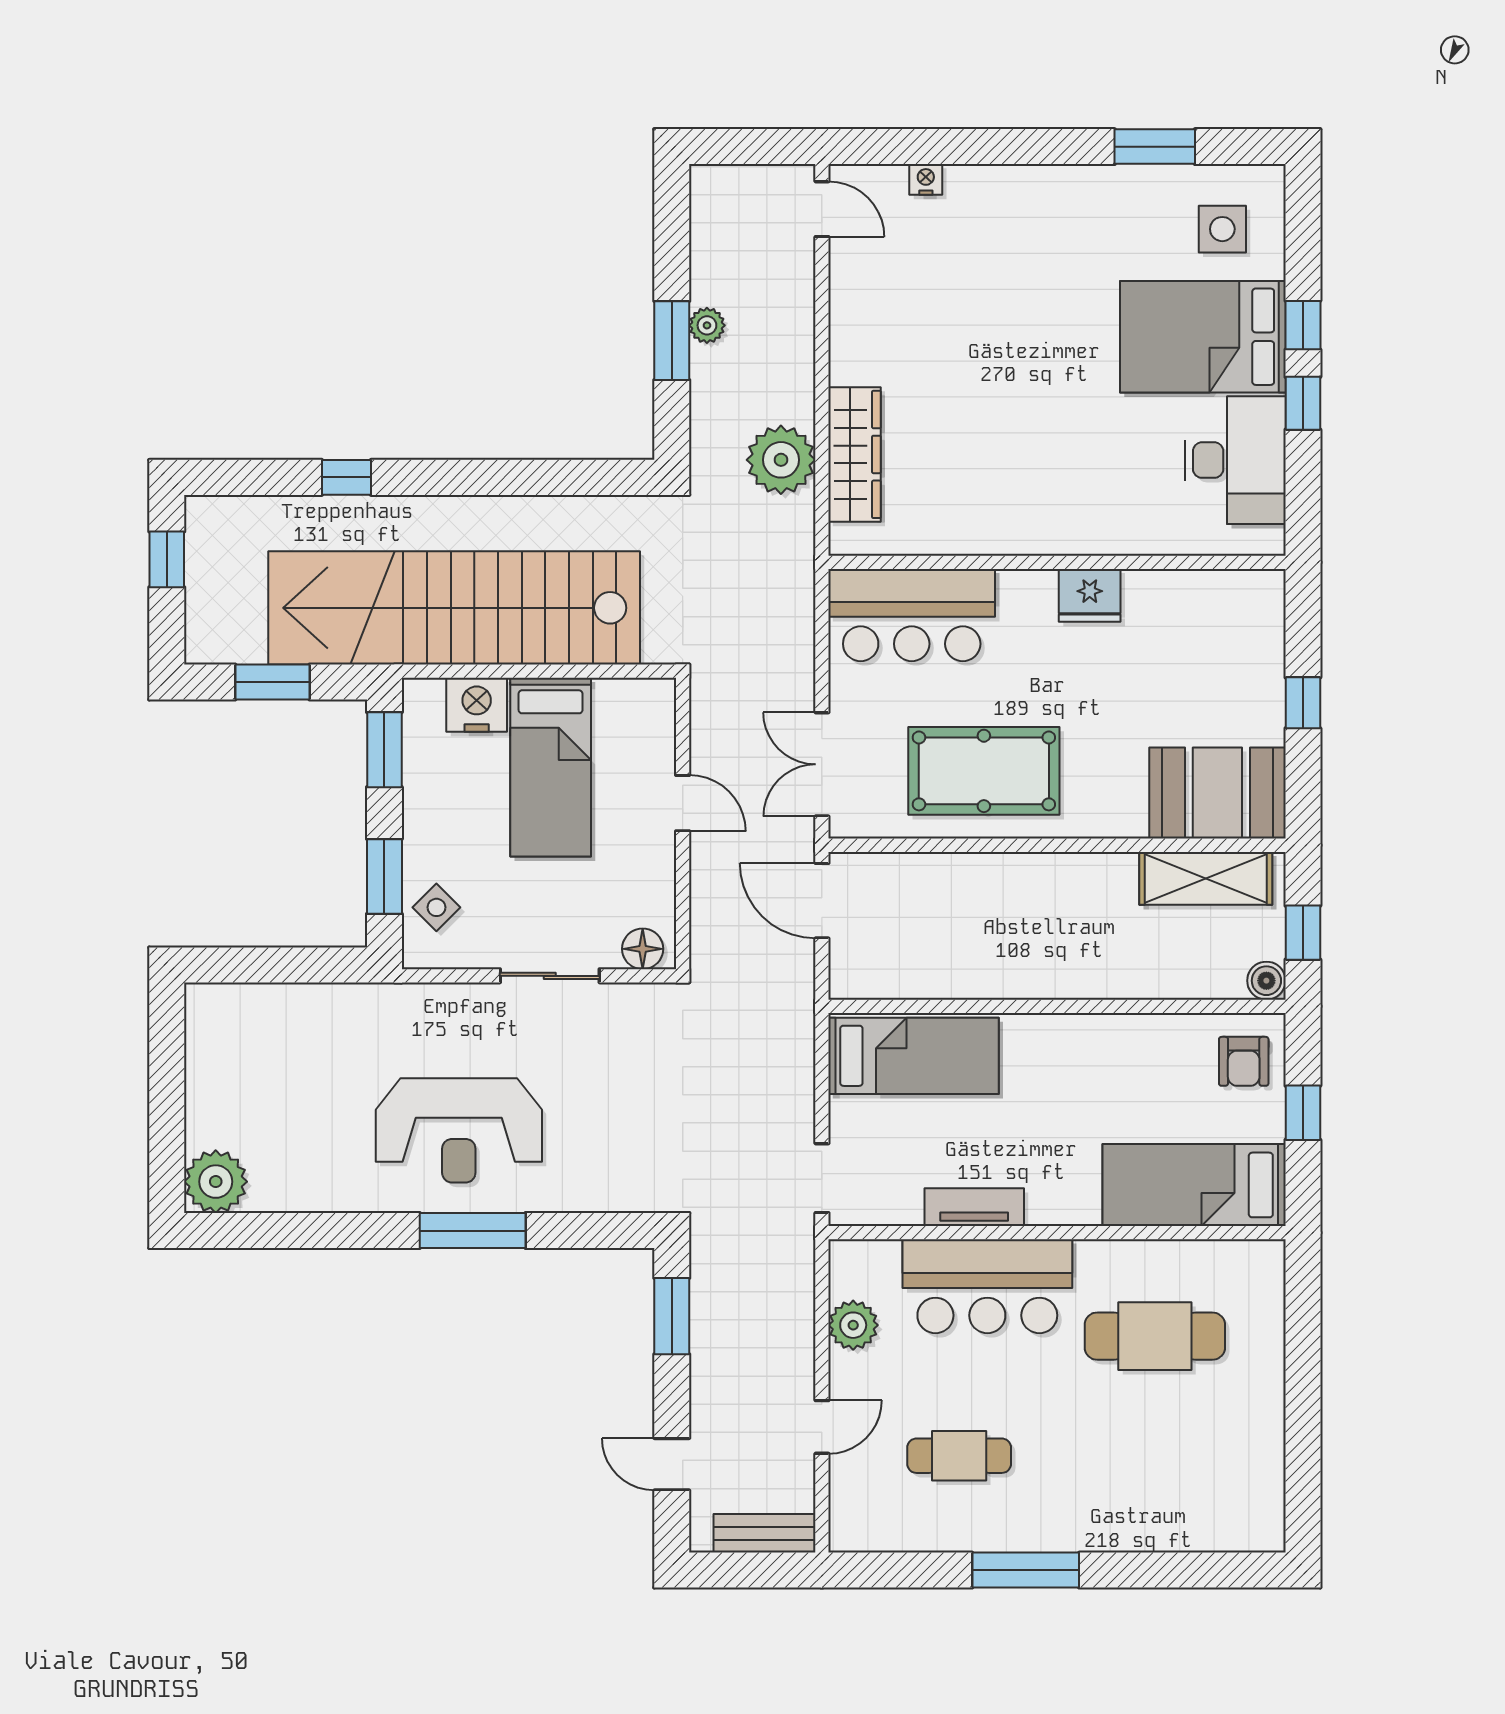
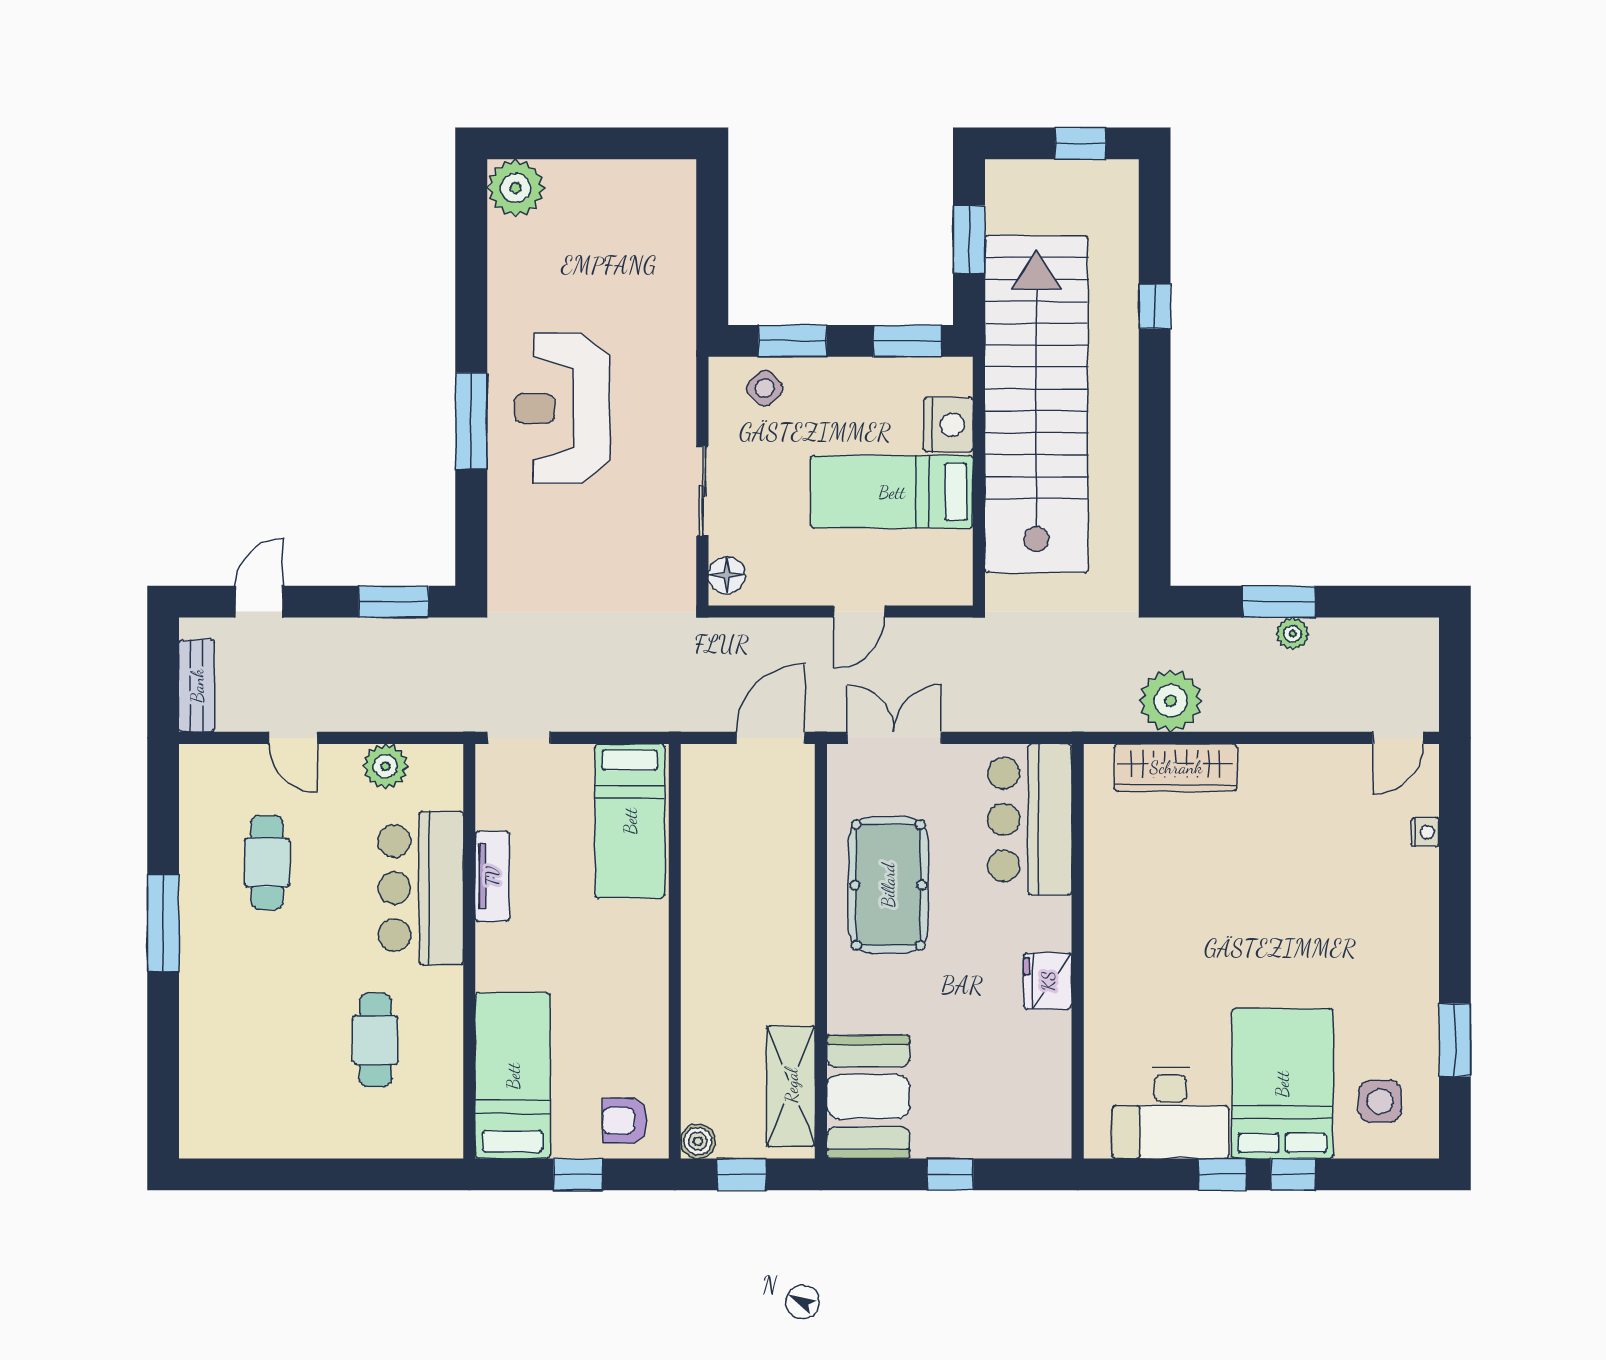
cafe table: (1155, 1336) -> (375, 1040), width x0.73, depth x0.74

